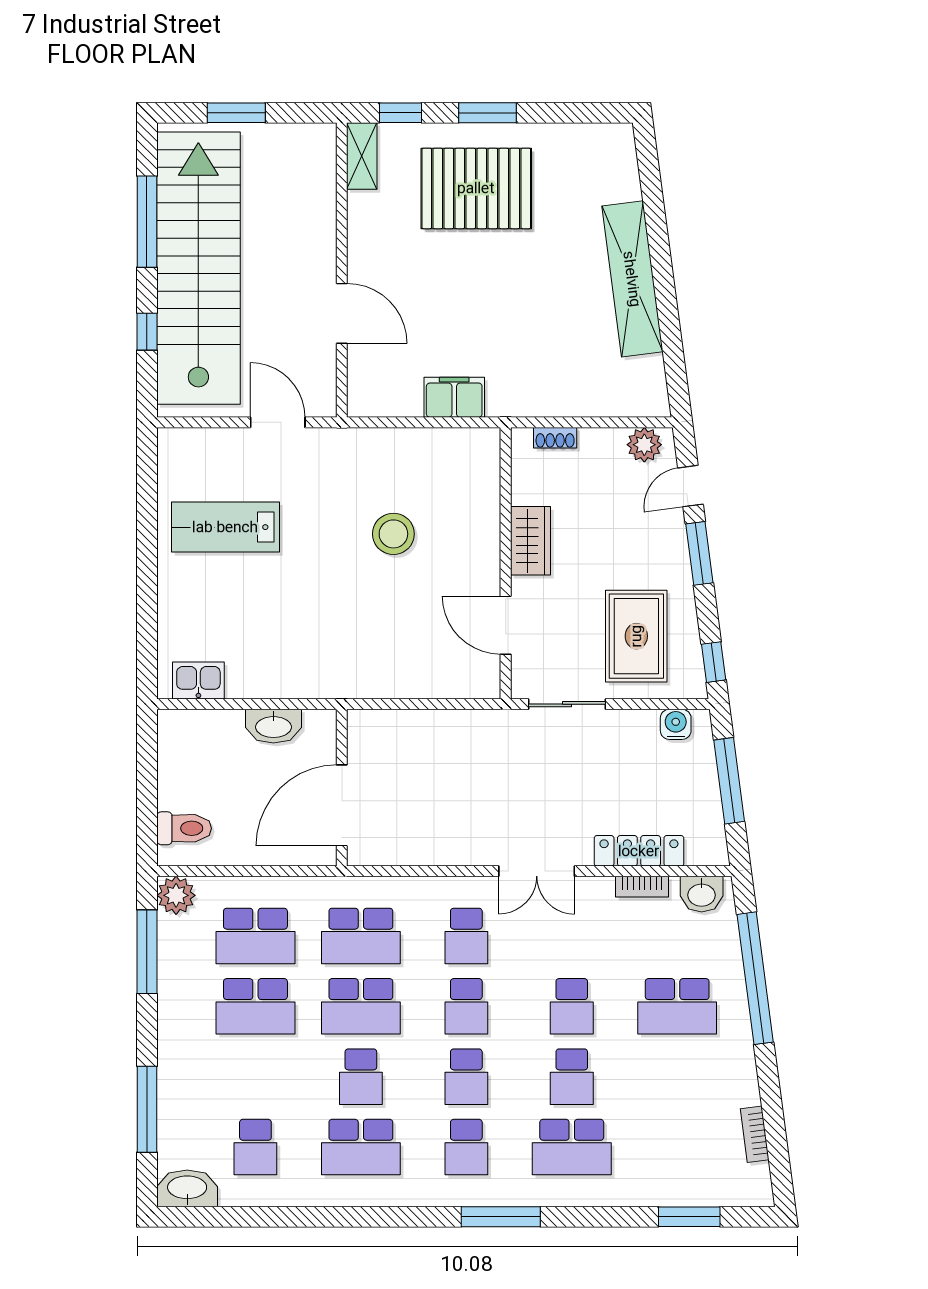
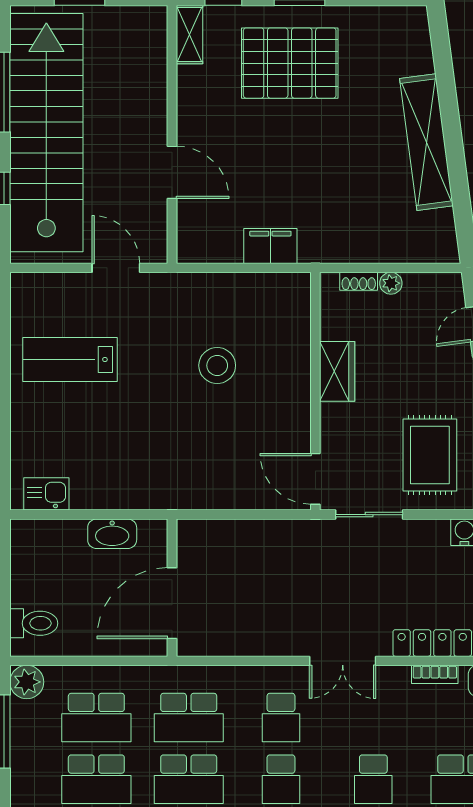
plant: (644, 445) -> (391, 283), moved, width x0.73, depth x0.73
door: (506, 625) -> (315, 479), moved

